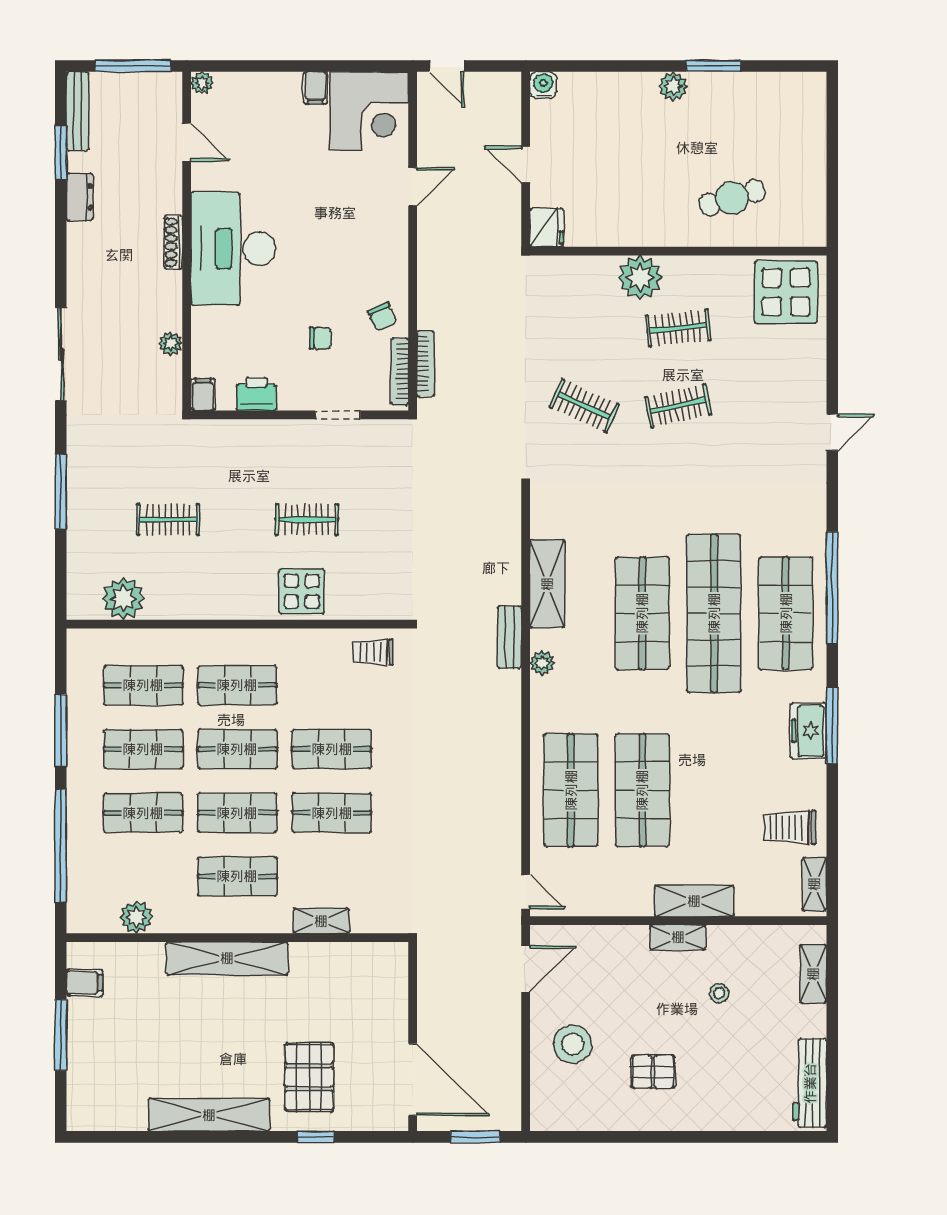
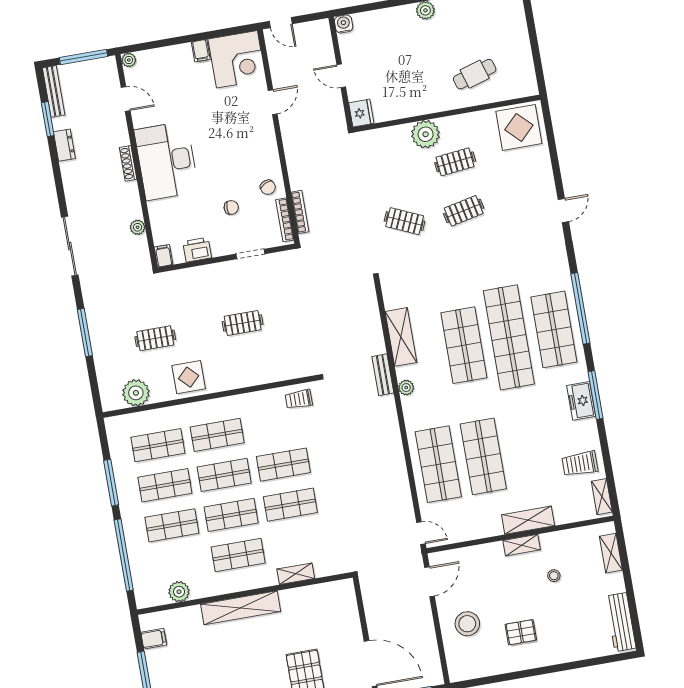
display table: (302, 591) -> (189, 377), moved

